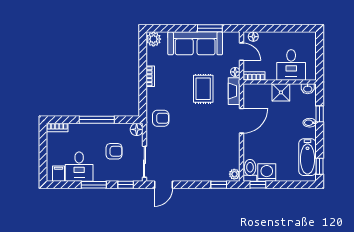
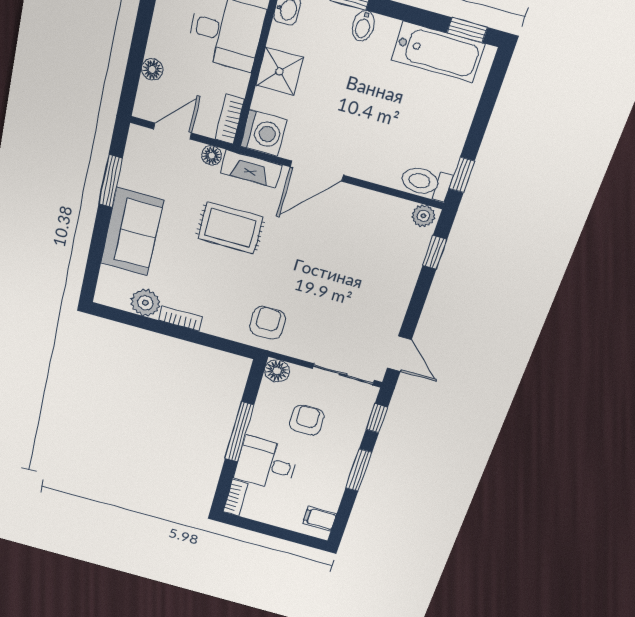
floor lamp: (253, 37) -> (152, 69), moved
plant: (153, 39) -> (145, 303), moved
sofa: (195, 43) -> (132, 232), width x0.73
door: (241, 121) -> (317, 171), swing flipped
desk: (79, 167) -> (266, 464), moved, turned 180
washing machine: (267, 173) -> (263, 133), moved, turned 180

